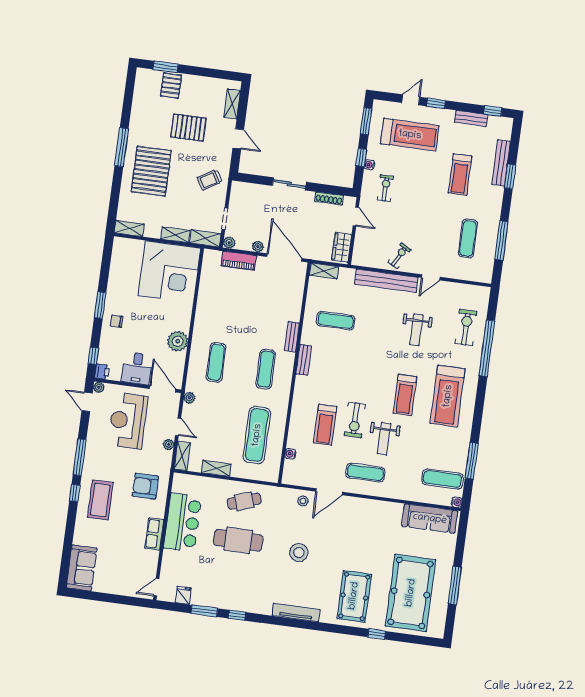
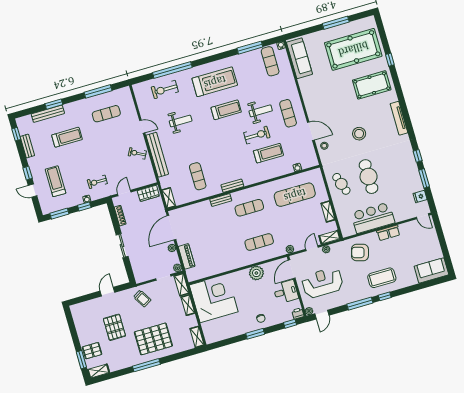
shelving: (232, 104) -> (98, 371), moved
treadmill: (410, 135) -> (55, 181), width x0.73, depth x0.73
reception desk: (128, 421) -> (322, 283), turned 180
armchair: (145, 486) -> (360, 252), turned 106

